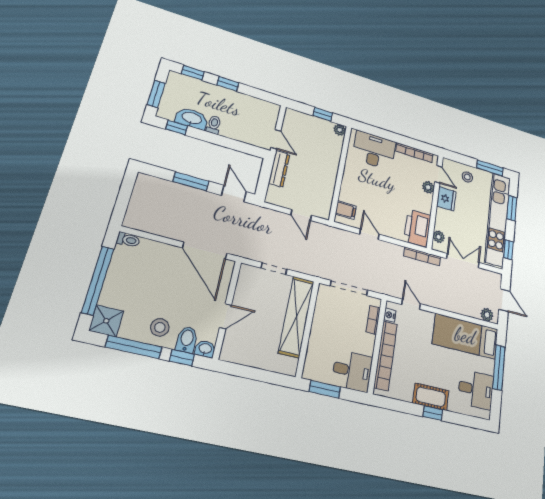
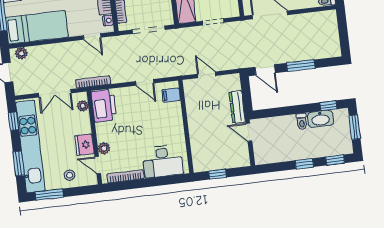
plant: (340, 130) -> (198, 166), removed

